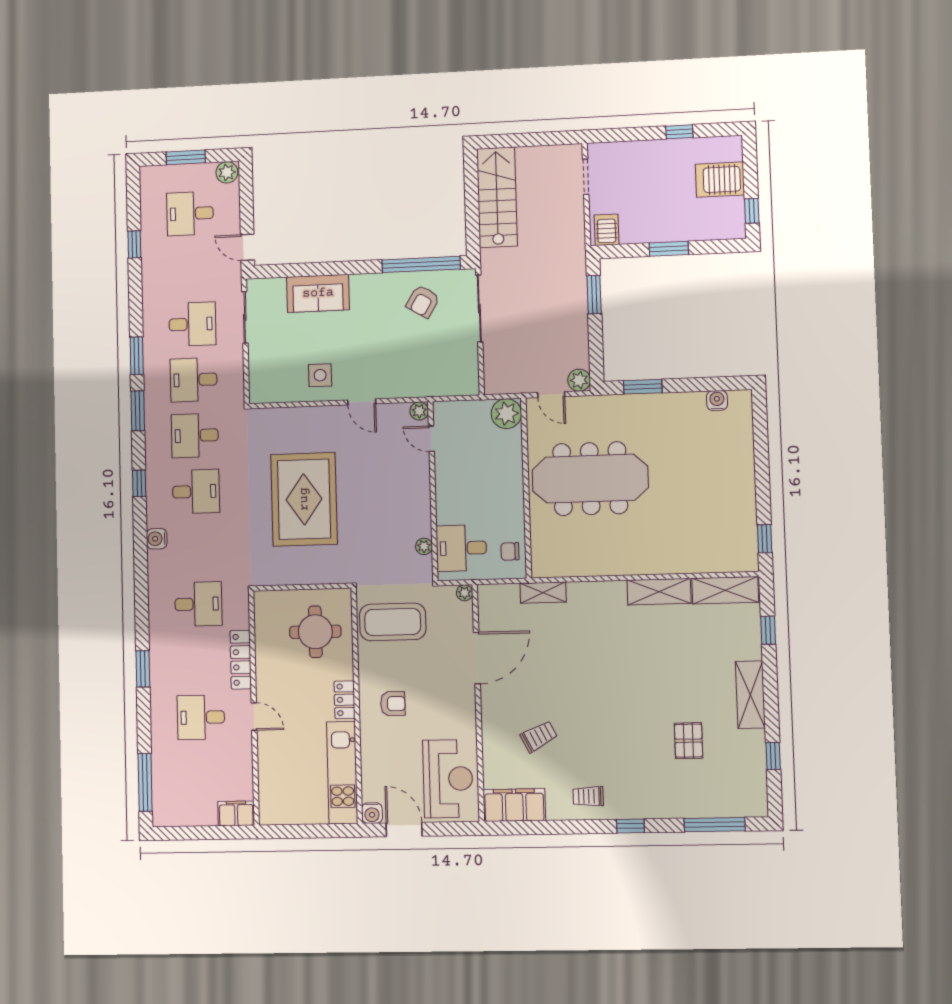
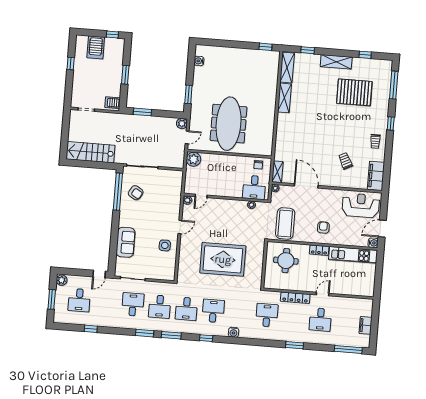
shelving: (543, 593) -> (277, 172), moved
pallet: (689, 741) -> (354, 92), width x2.05, depth x2.00
filing cabinet: (236, 813) -> (366, 325), moved

